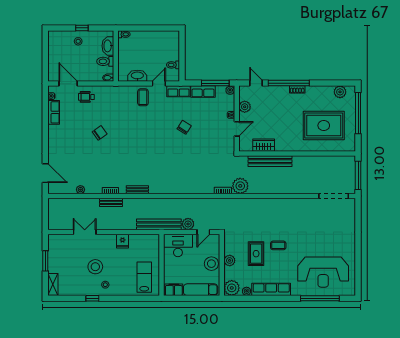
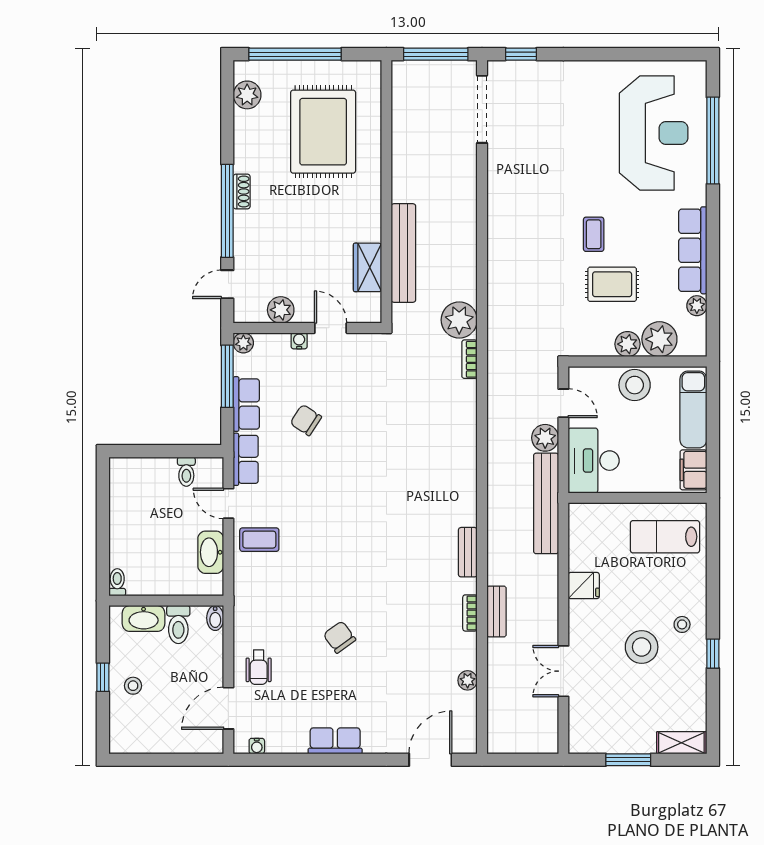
row of seats: (54, 112) -> (335, 741), moved
chair: (184, 127) -> (306, 420), moved
window: (358, 213) -> (521, 54), added
plant: (232, 288) -> (659, 339), moved

